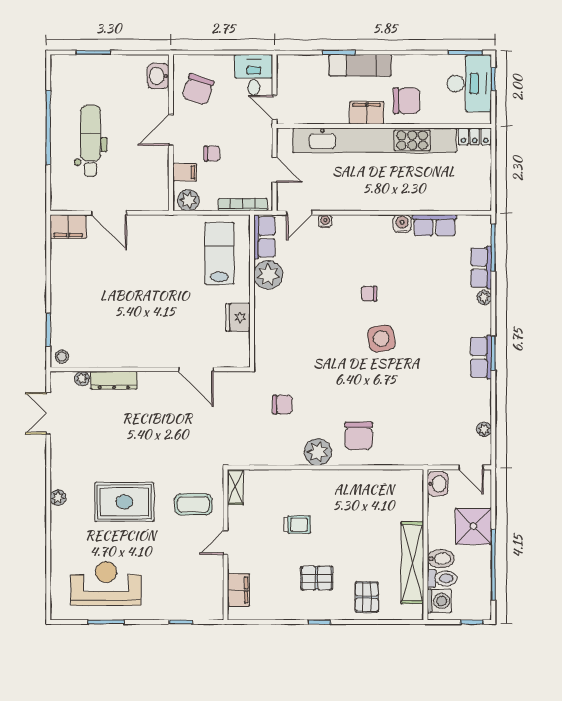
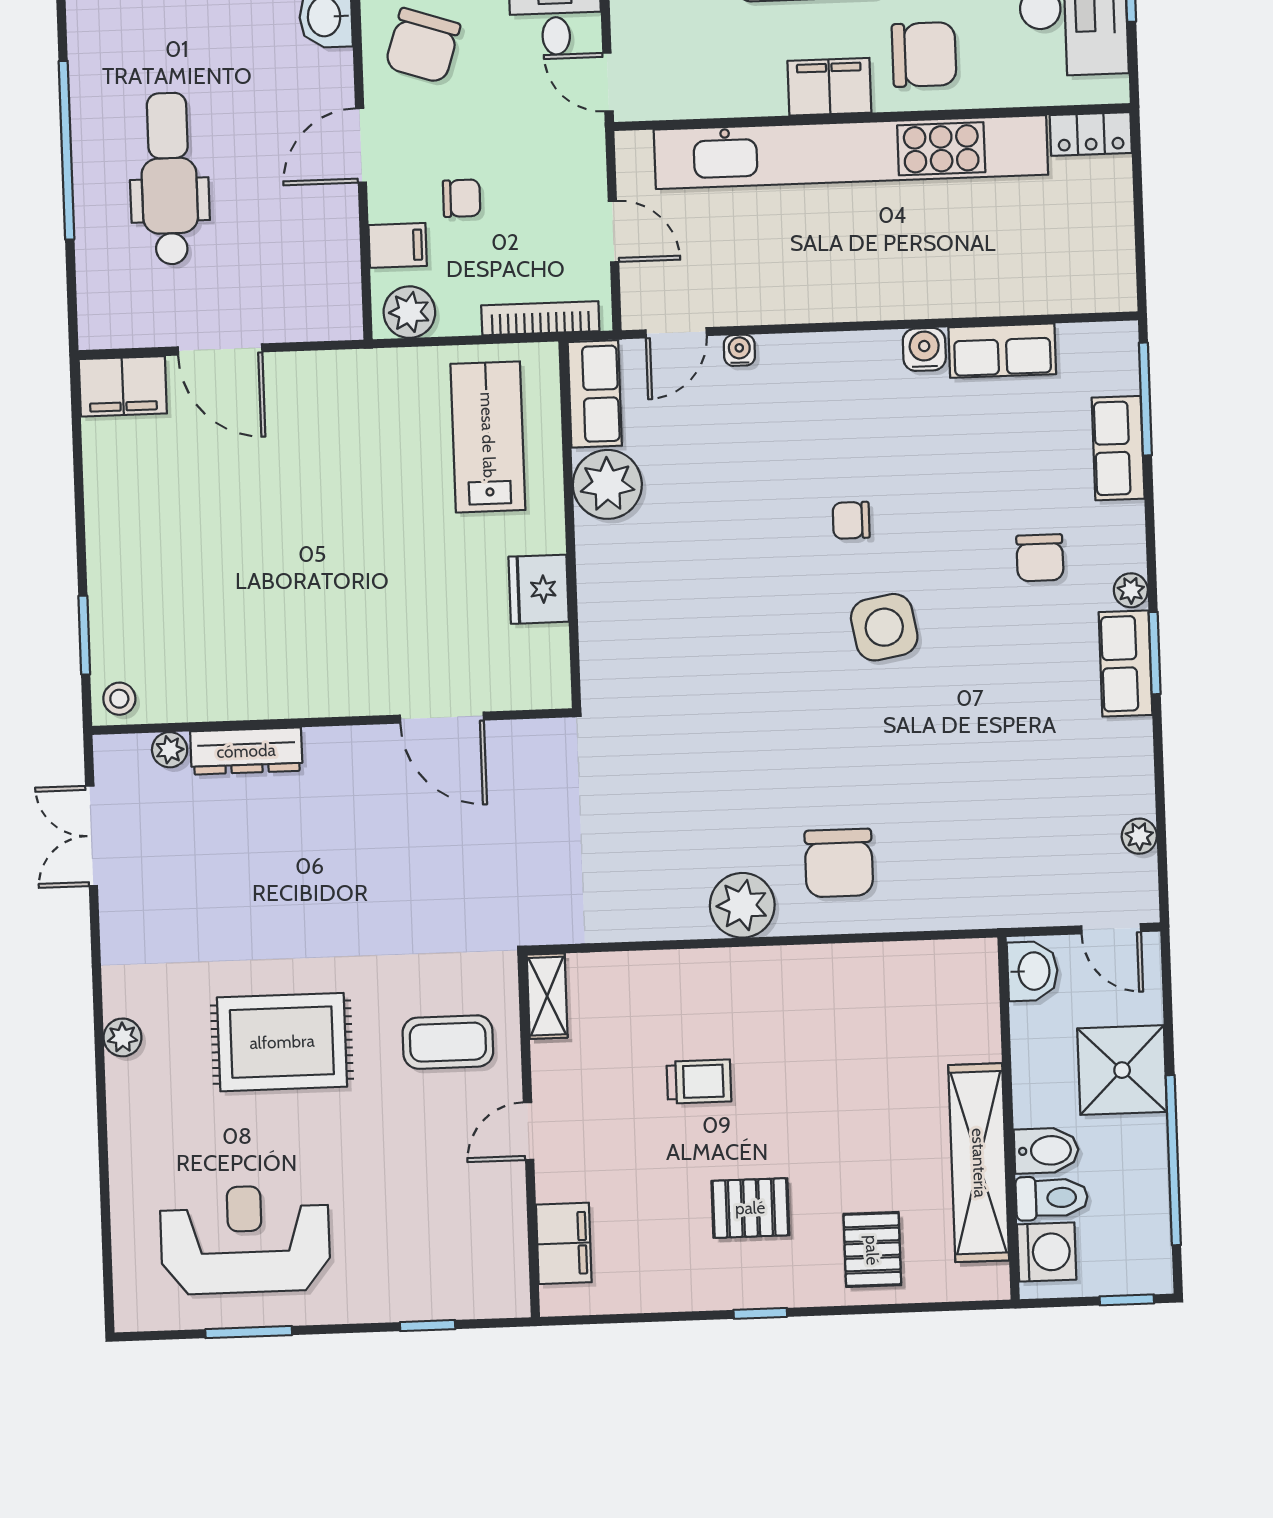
plant: (484, 298) -> (1131, 590), moved
chair: (283, 404) -> (1040, 558), moved, turned 90

